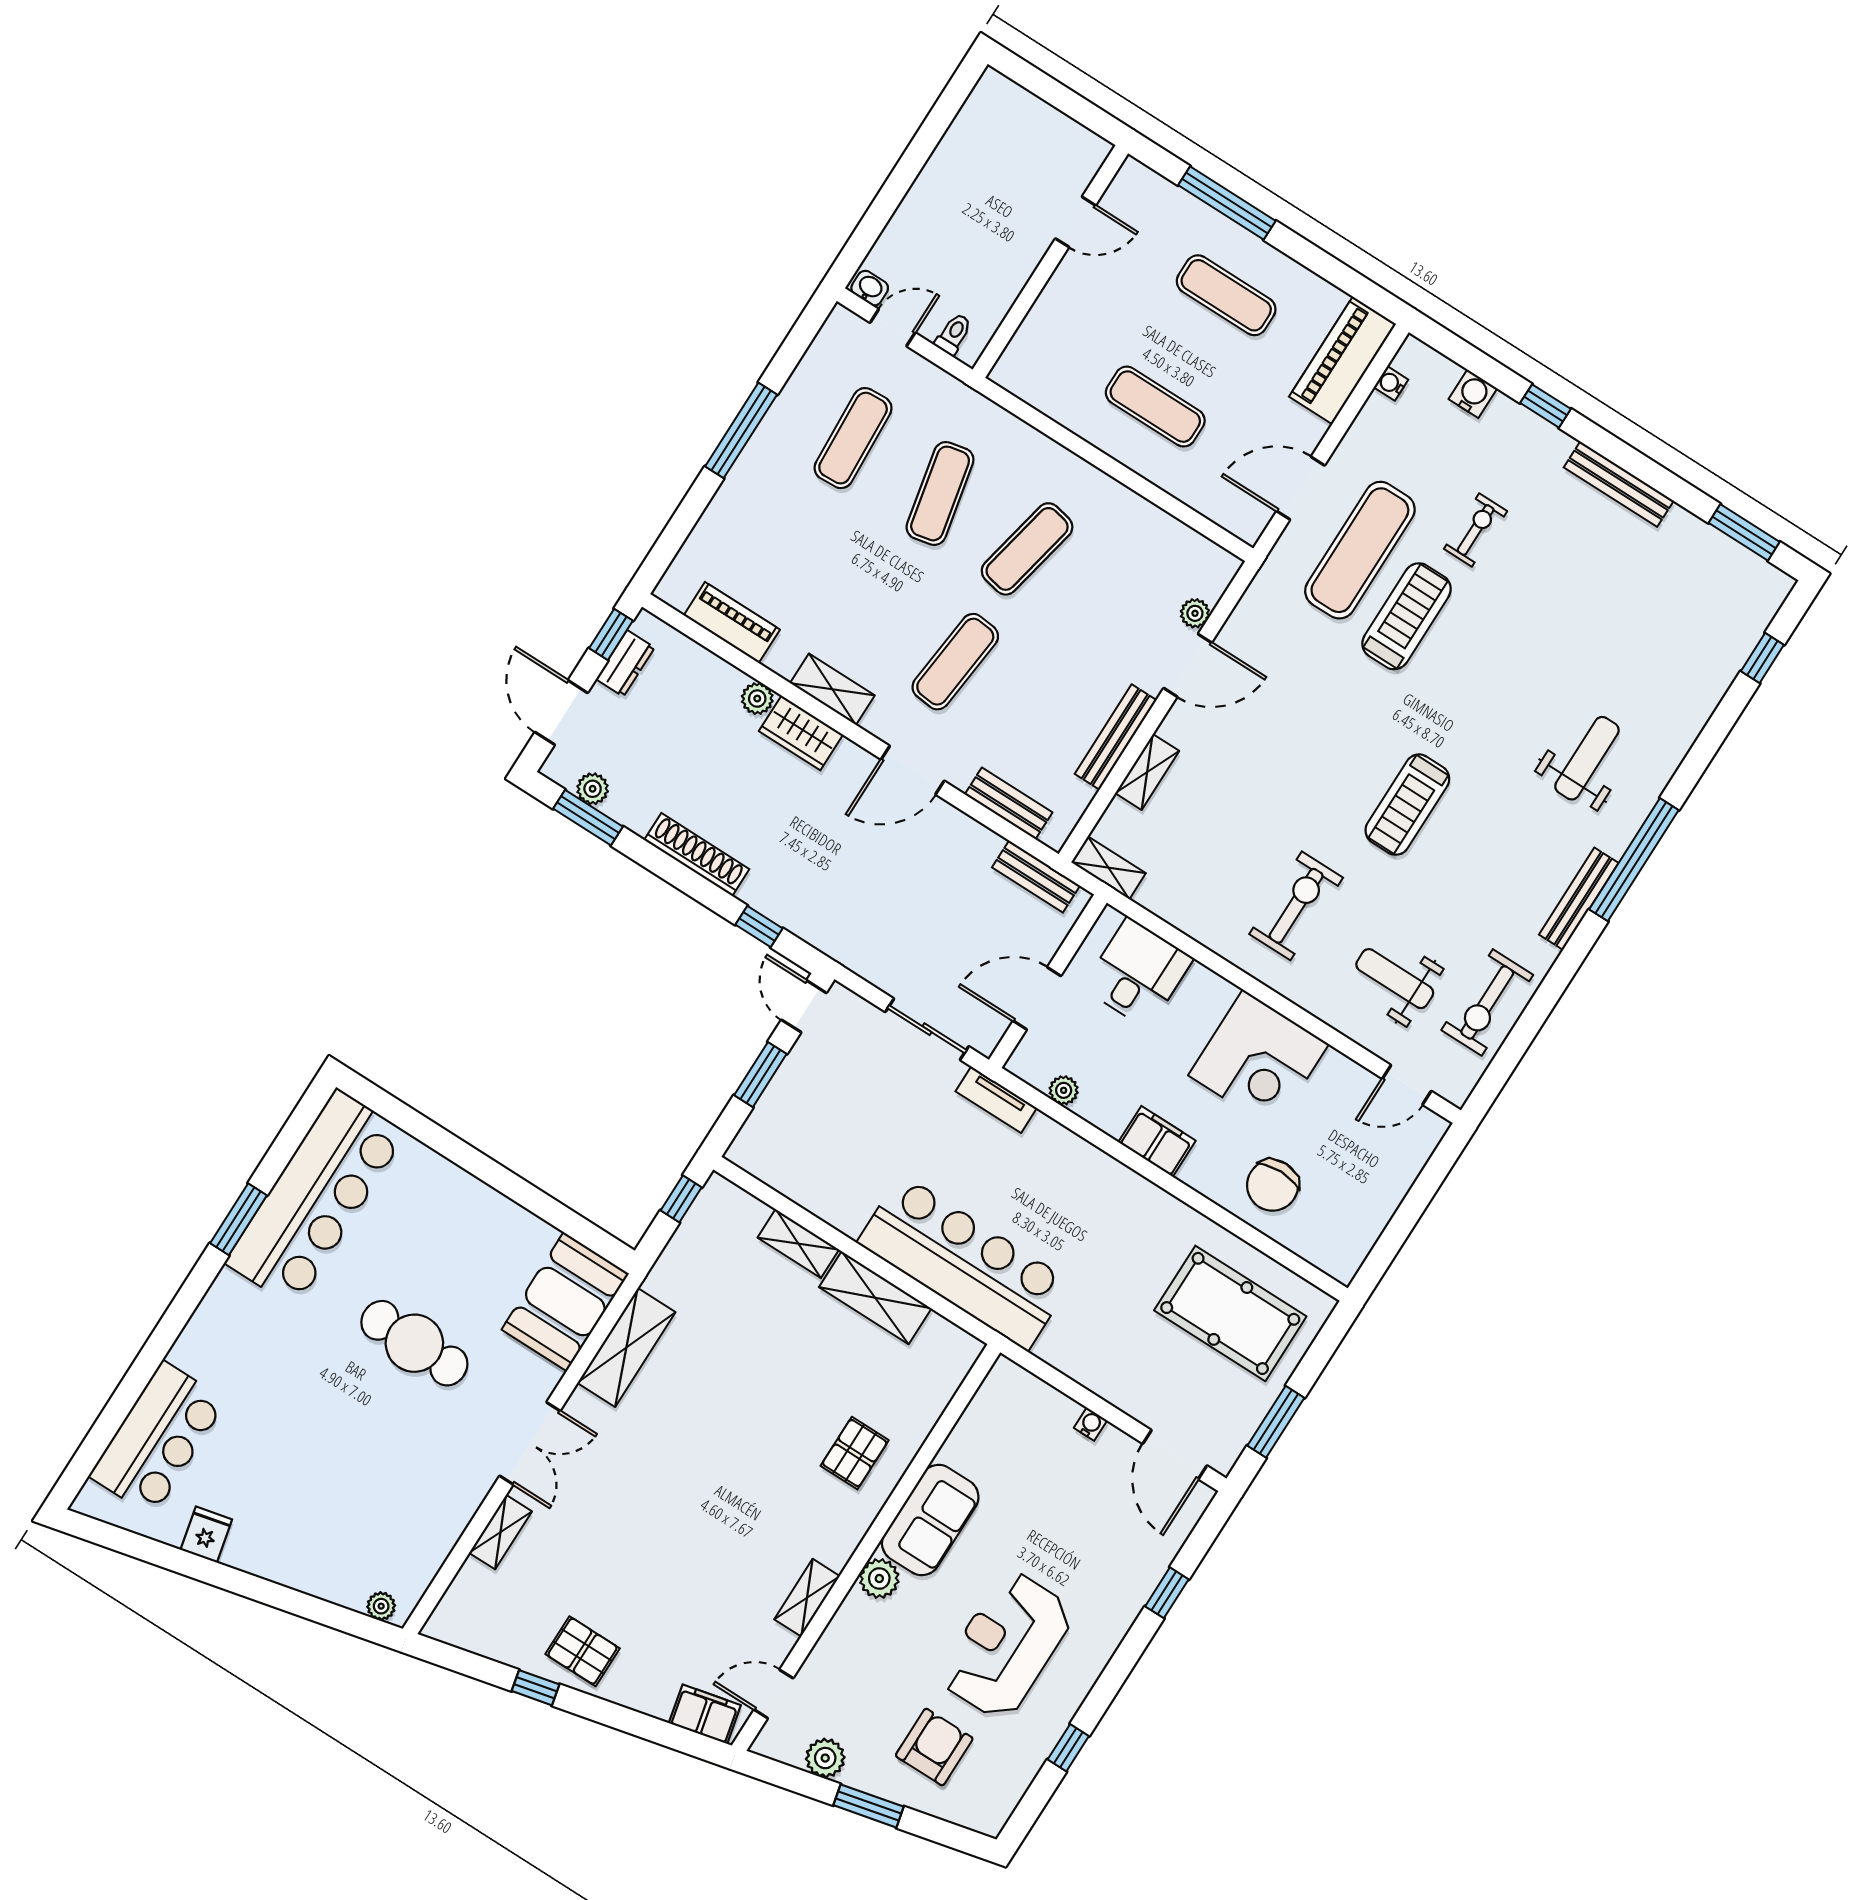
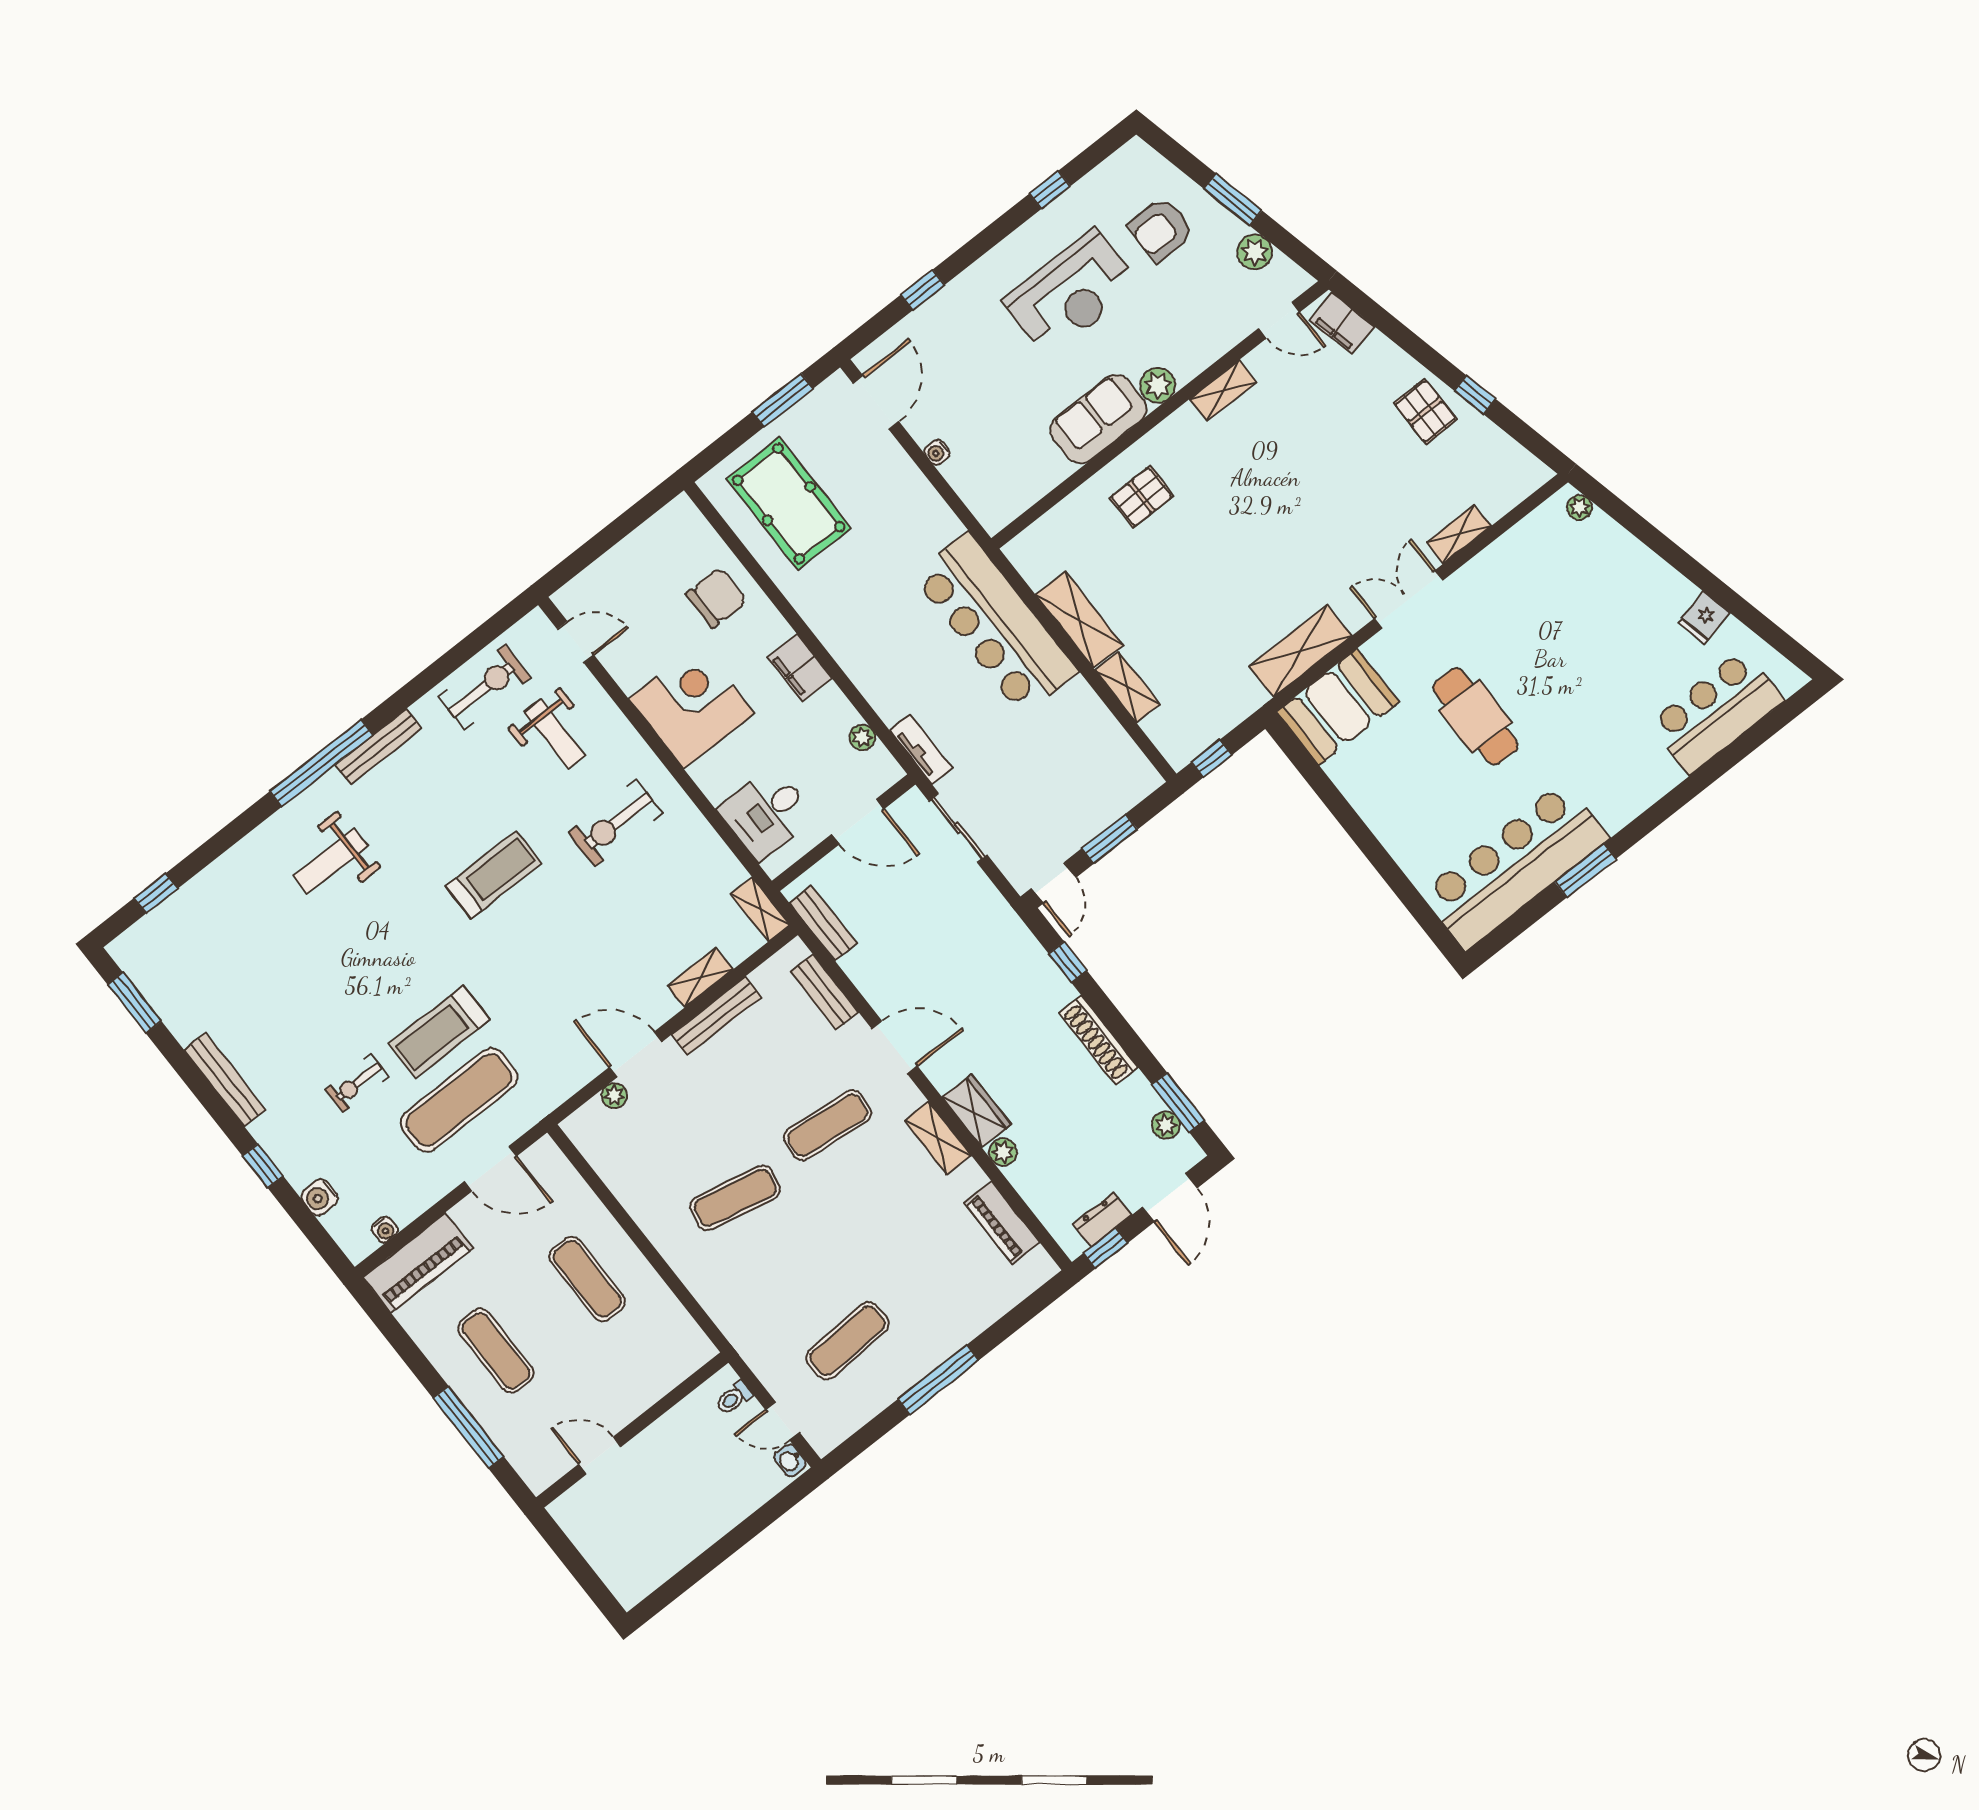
exercise mat: (940, 493) -> (791, 1269), removed

